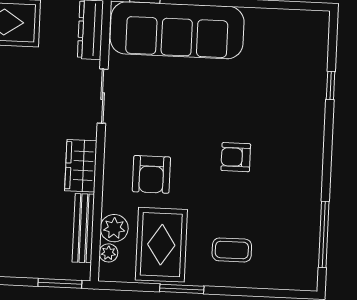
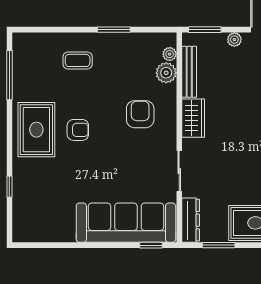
rug: (161, 245) -> (36, 130), moved
plant: (21, 268) -> (234, 40), added

